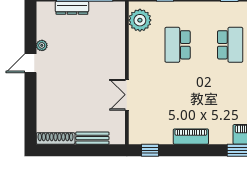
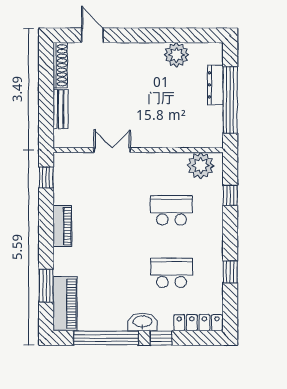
plant: (42, 45) -> (176, 55), width x1.87, depth x1.87
school desk: (230, 45) -> (171, 273), turned 180
door: (30, 63) -> (92, 35), moved

